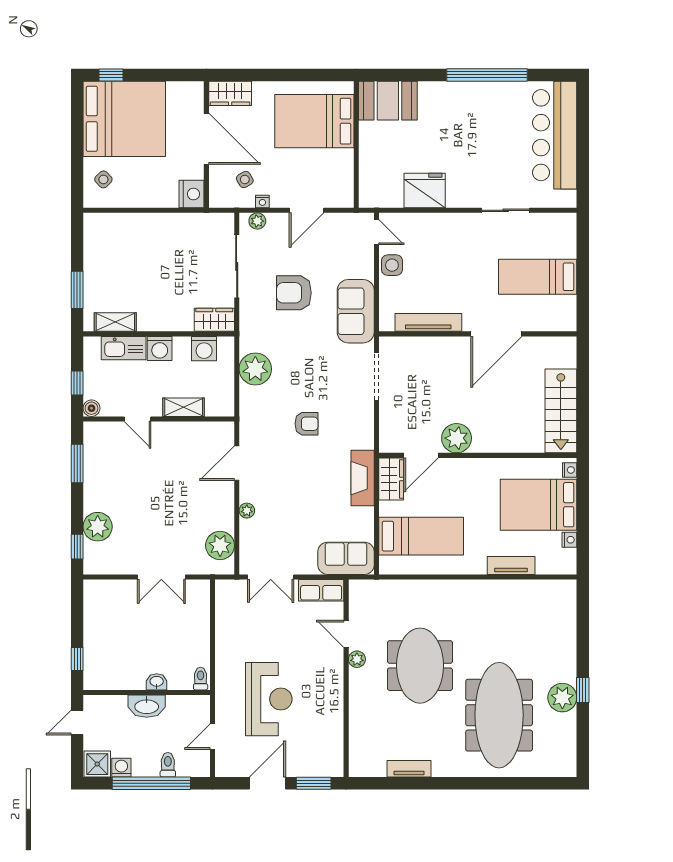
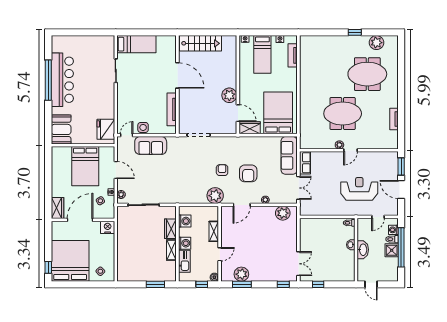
bed: (314, 121) -> (85, 166), moved
bar counter: (555, 135) -> (62, 80), moved, turned -90
fridge: (425, 190) -> (106, 129), moved
bed: (538, 277) -> (136, 44), moved, turned -90
armchair: (294, 293) -> (248, 173), moved
sofa: (356, 311) -> (151, 146), moved
wardrobe: (214, 320) -> (170, 229), moved
shelving: (115, 322) -> (171, 250), moved
plant: (255, 369) -> (215, 196), moved
stairs: (561, 411) -> (200, 43), moved
door: (237, 463) -> (242, 205), hinge flipped
fireplace: (363, 478) -> (249, 142), removed
bed: (539, 505) -> (262, 54), width x0.67
plant: (98, 527) -> (241, 274), moved
bed: (421, 536) -> (278, 113), width x1.50
sofa: (346, 558) -> (289, 155), width x1.36
tv unit: (511, 565) -> (293, 55), moved
double door: (161, 577) -> (298, 264), moved
door: (346, 634) -> (350, 150), moved
window: (77, 659) -> (318, 284), moved
plant: (562, 698) -> (376, 43), moved
meeting table: (499, 715) -> (367, 74), width x0.73
door: (212, 737) -> (378, 217), hinge flipped
shower: (97, 764) -> (392, 250), moved
washing machine: (121, 768) -> (393, 230), moved

